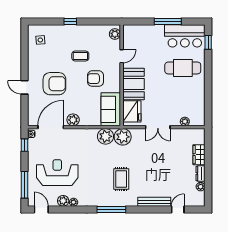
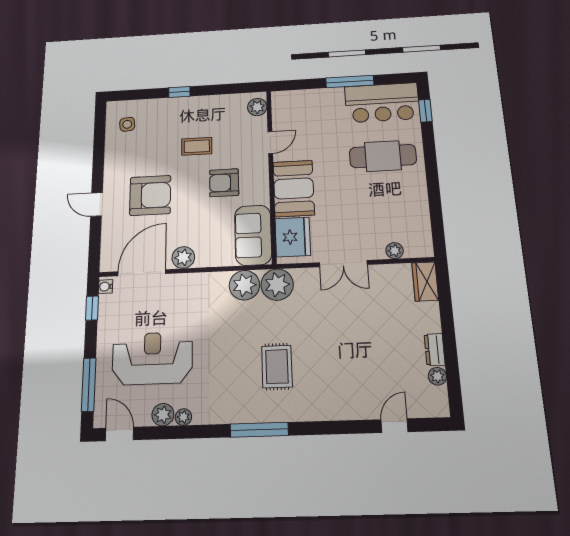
wardrobe: (199, 155) -> (425, 281), moved
bench: (154, 202) -> (345, 411), removed

